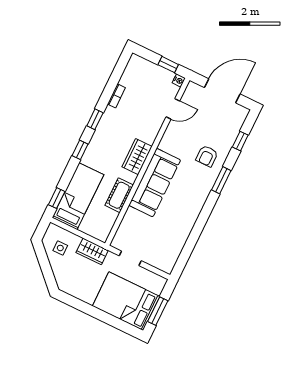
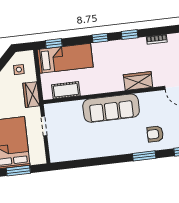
wardrobe: (137, 157) -> (138, 81), moved
cot: (119, 195) -> (66, 90), moved

